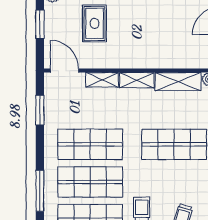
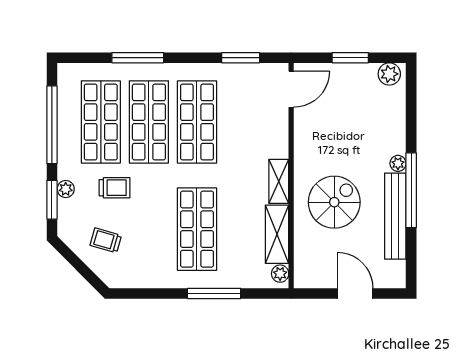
rug: (95, 23) -> (351, 127), removed
spiral stairs: (153, 37) -> (334, 202), added
shelving: (102, 80) -> (279, 137), removed

